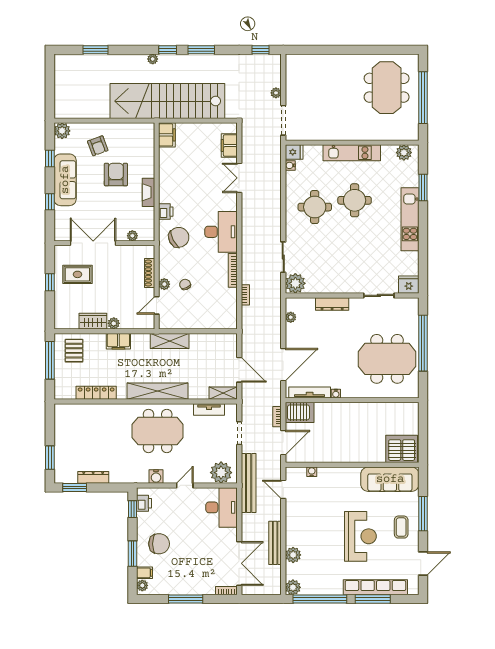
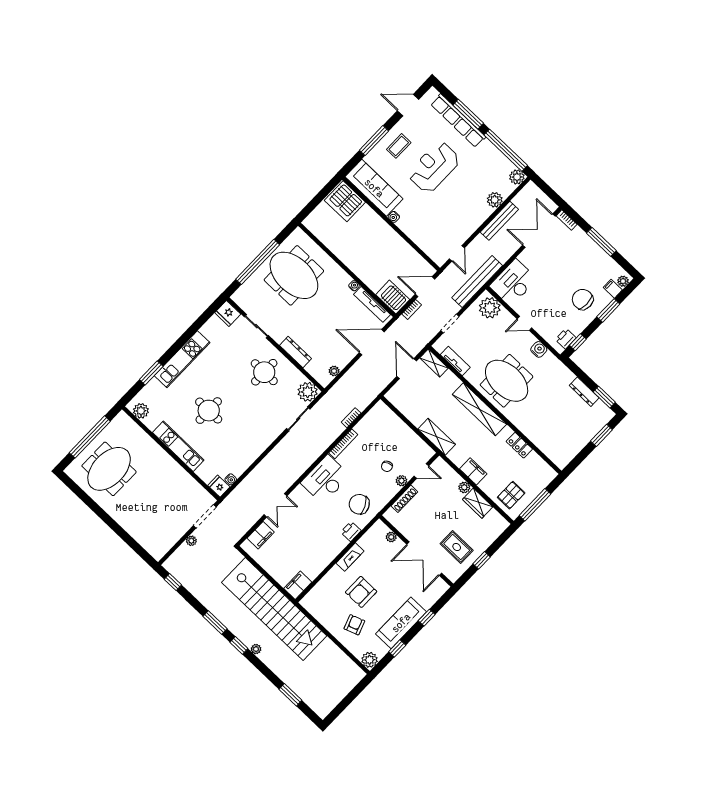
round table: (315, 207) -> (264, 372), moved
locker: (96, 393) -> (519, 445), width x0.66
water cooler: (312, 472) -> (394, 217), moved

